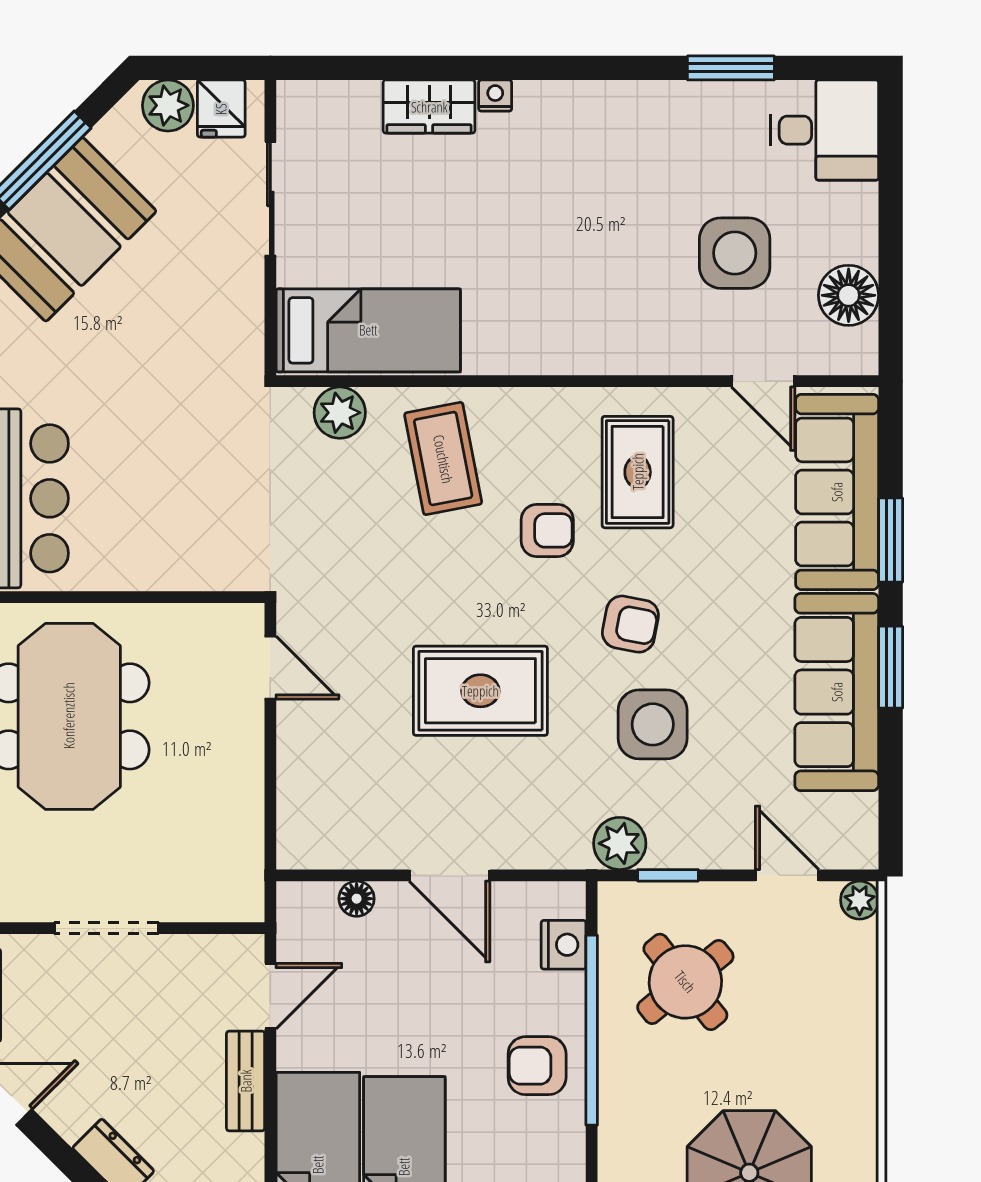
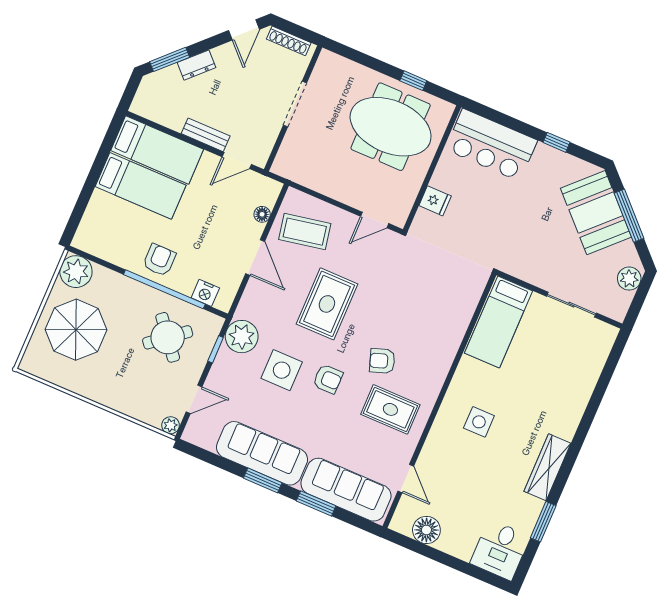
nightstand: (495, 96) -> (574, 418), removed
wardrobe: (429, 107) -> (547, 467), moved, width x1.50
fridge: (221, 109) -> (435, 201), moved, turned 180
side table: (735, 253) -> (479, 422), moved, width x0.73, depth x0.73
door: (763, 381) -> (406, 479), swing flipped
plant: (340, 413) -> (469, 295), removed
coffee table: (443, 459) -> (305, 232), moved
armchair: (547, 530) -> (382, 361), turned 71
armchair: (630, 624) -> (328, 379), turned -101
plant: (620, 843) -> (242, 337), width x1.36, depth x1.36
door: (449, 875) -> (255, 258), swing flipped
door: (270, 996) -> (237, 161), hinge flipped

